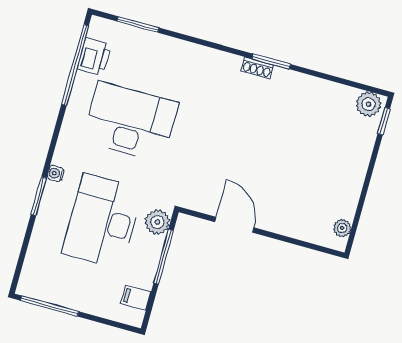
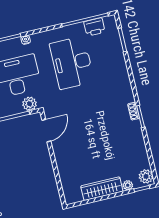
desk: (130, 122) -> (72, 63), turned 180
wardrobe: (350, 183) -> (102, 189), added
door: (234, 225) -> (46, 131), moved
plant: (342, 228) -> (128, 185), moved

